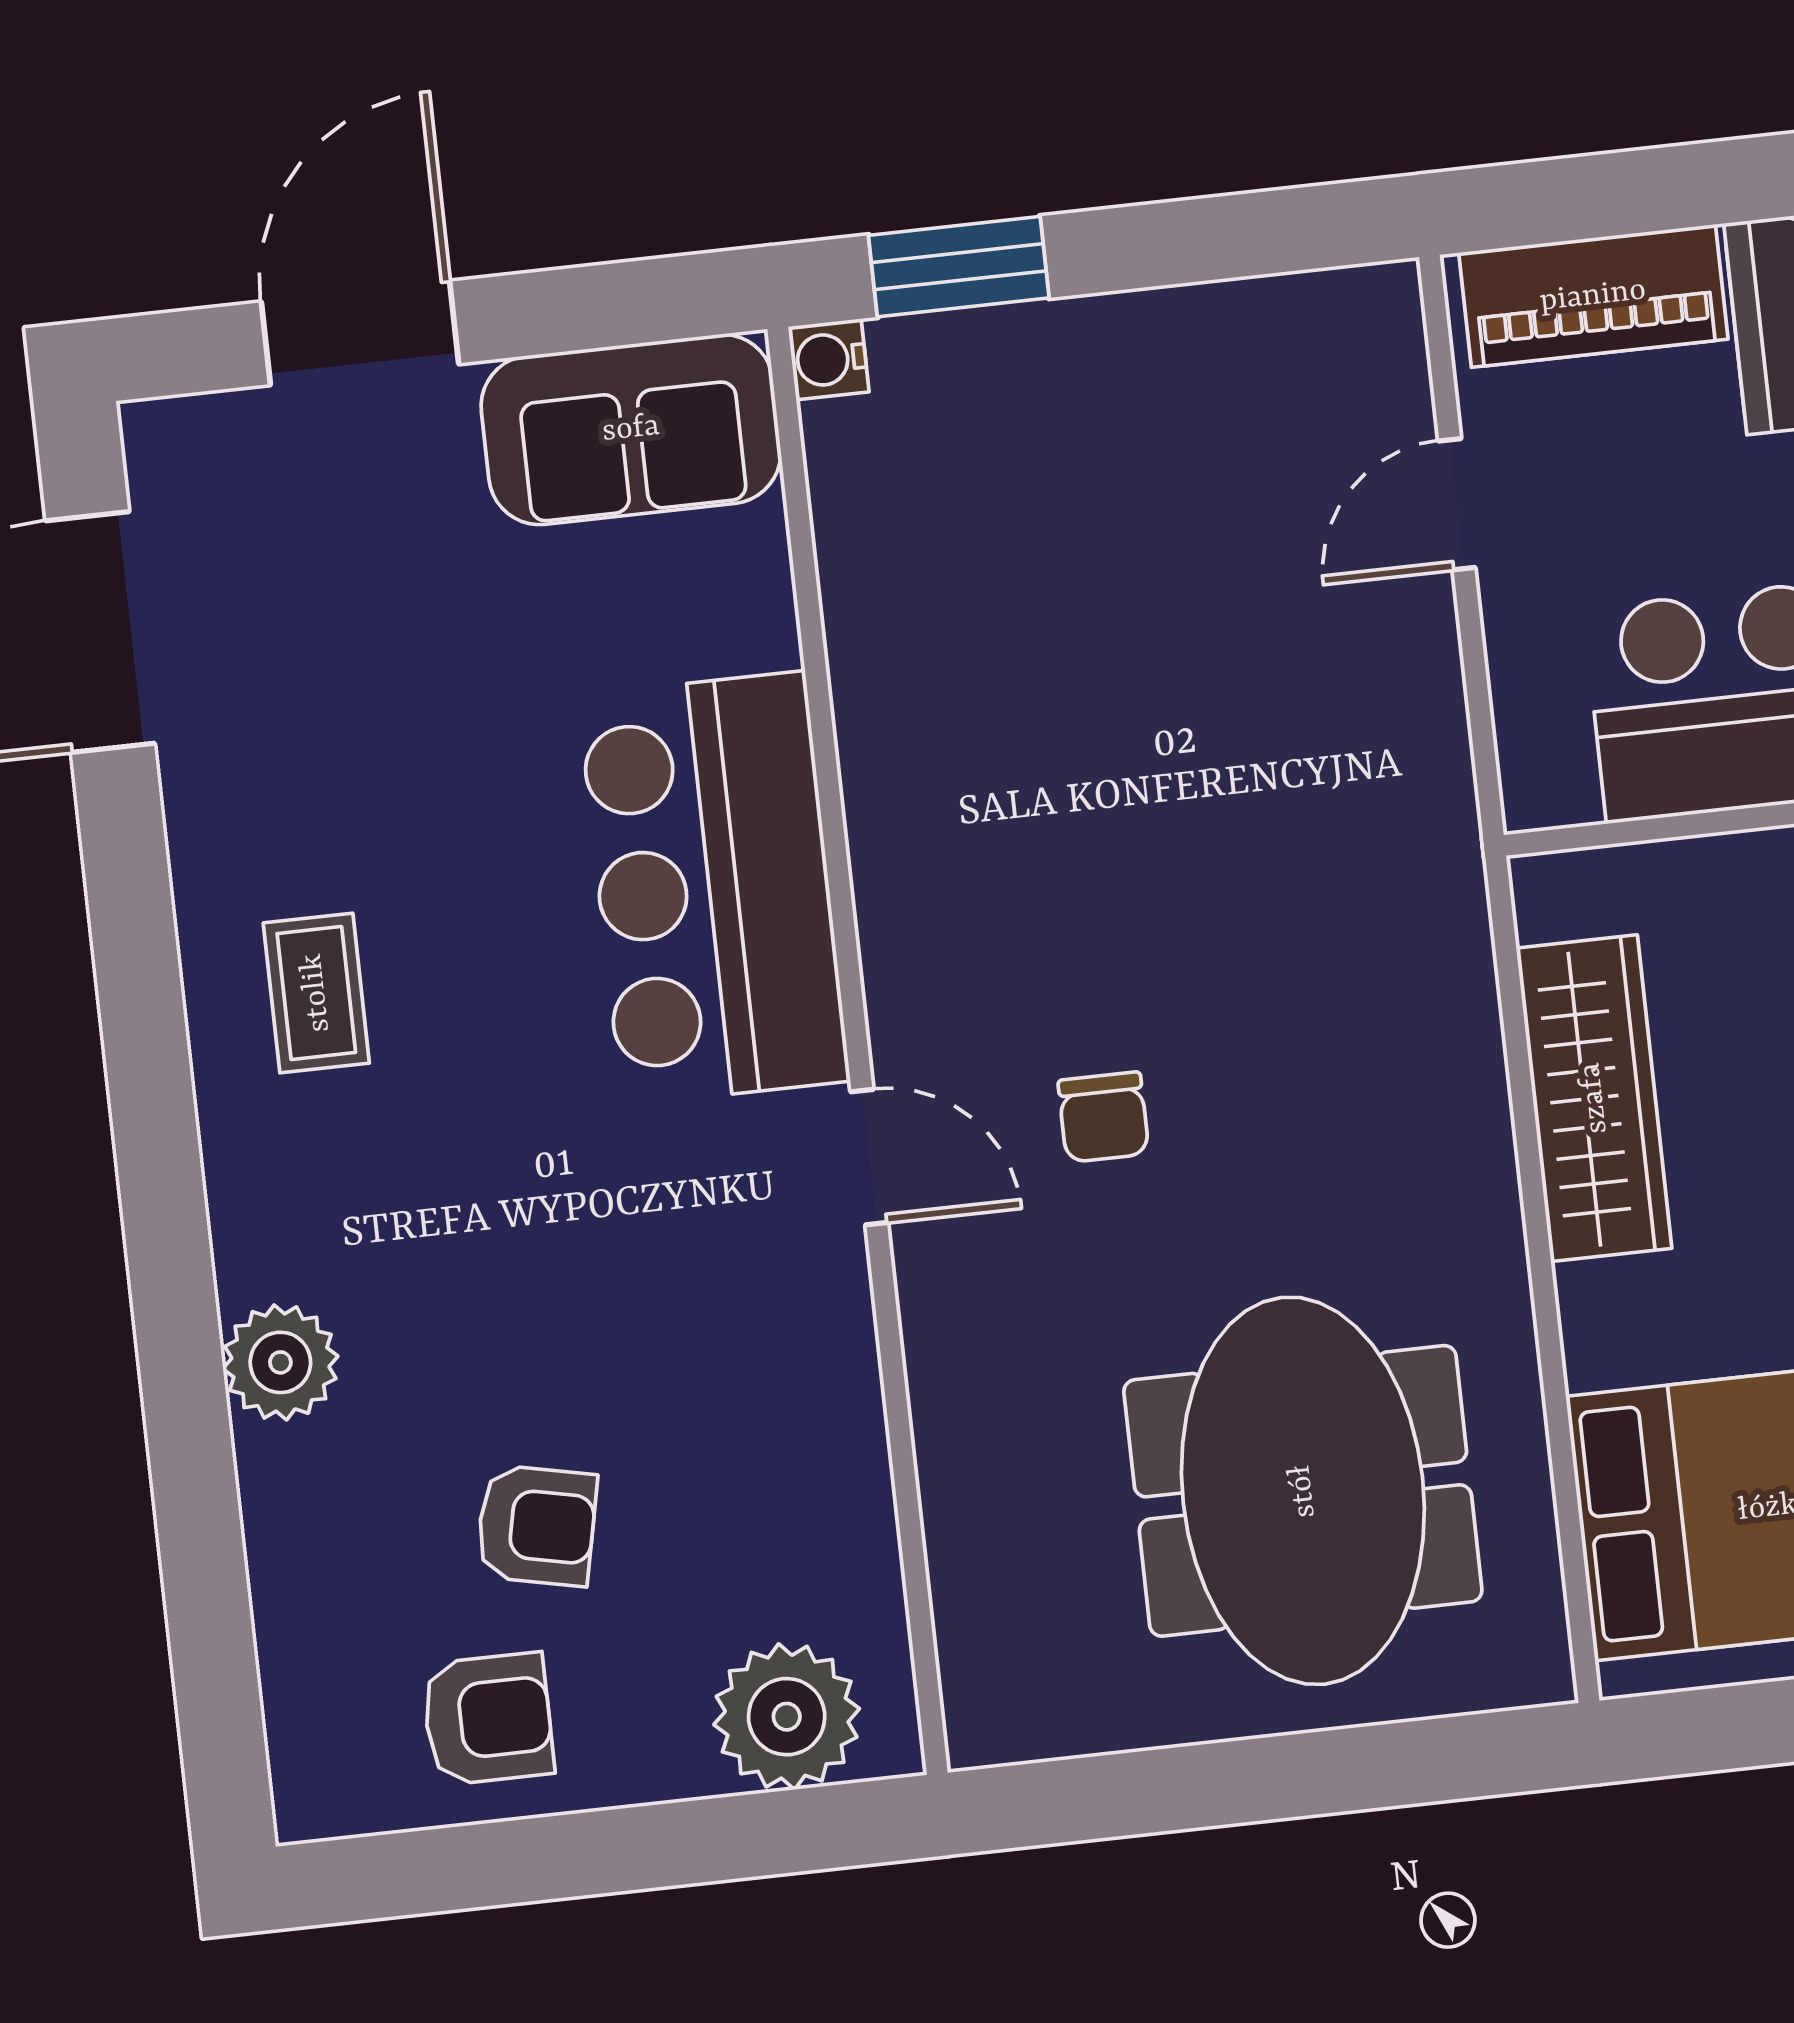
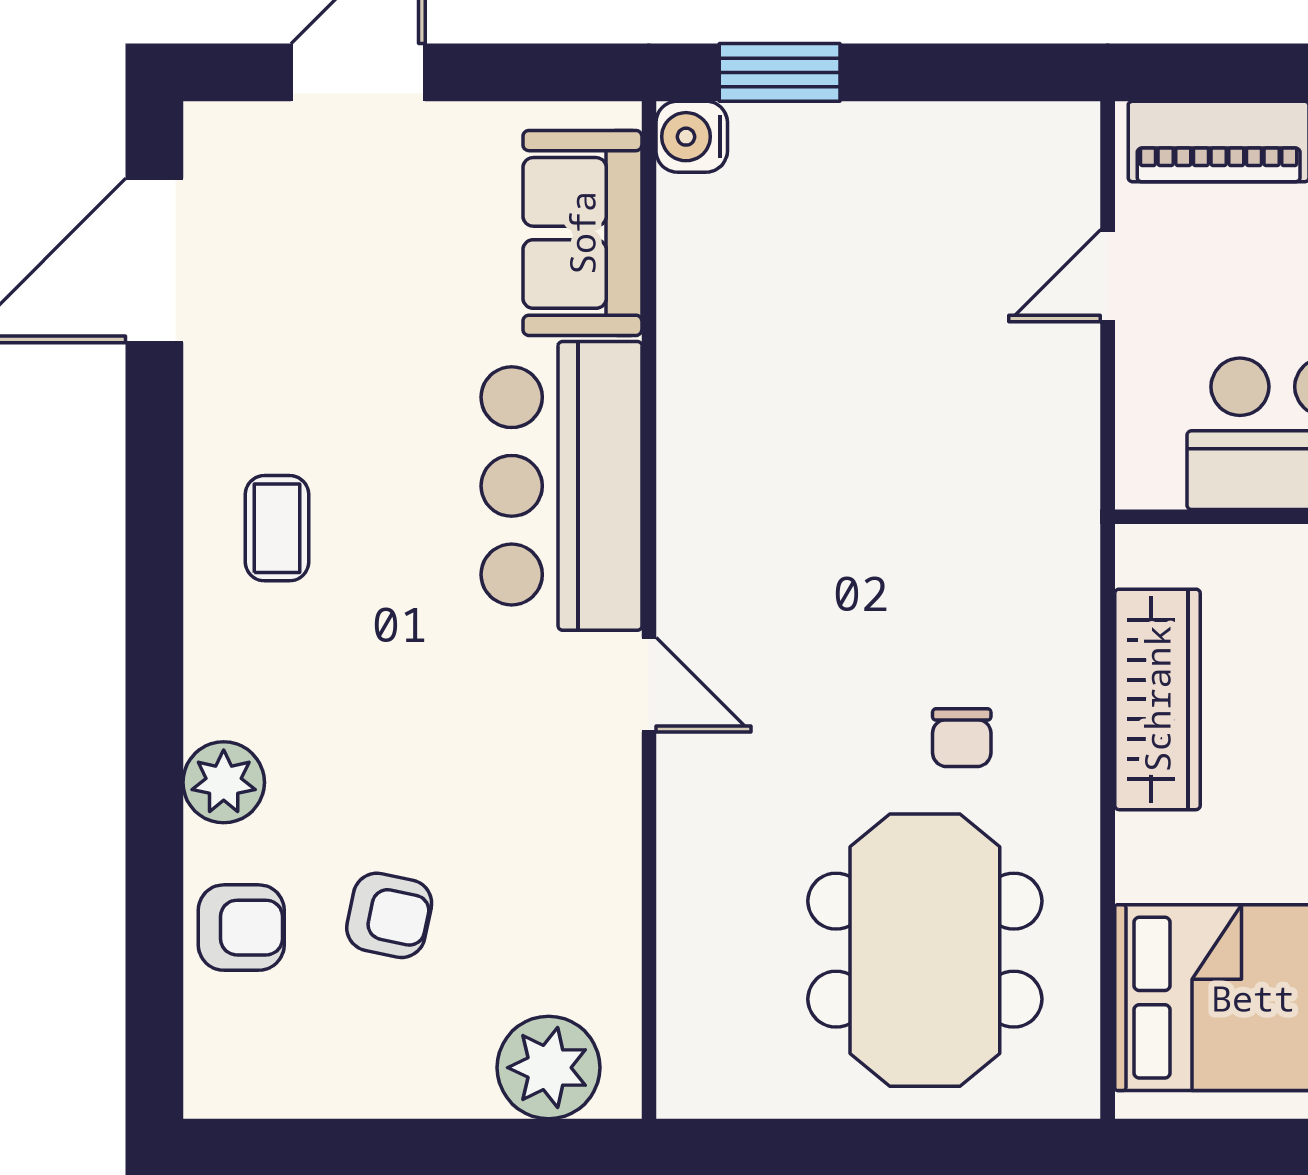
water cooler: (829, 359) -> (692, 137), width x1.38, depth x1.38
sofa: (631, 429) -> (582, 233), moved, turned 90
chair: (1103, 1117) -> (962, 738), moved
armchair: (488, 1719) -> (241, 928), moved

